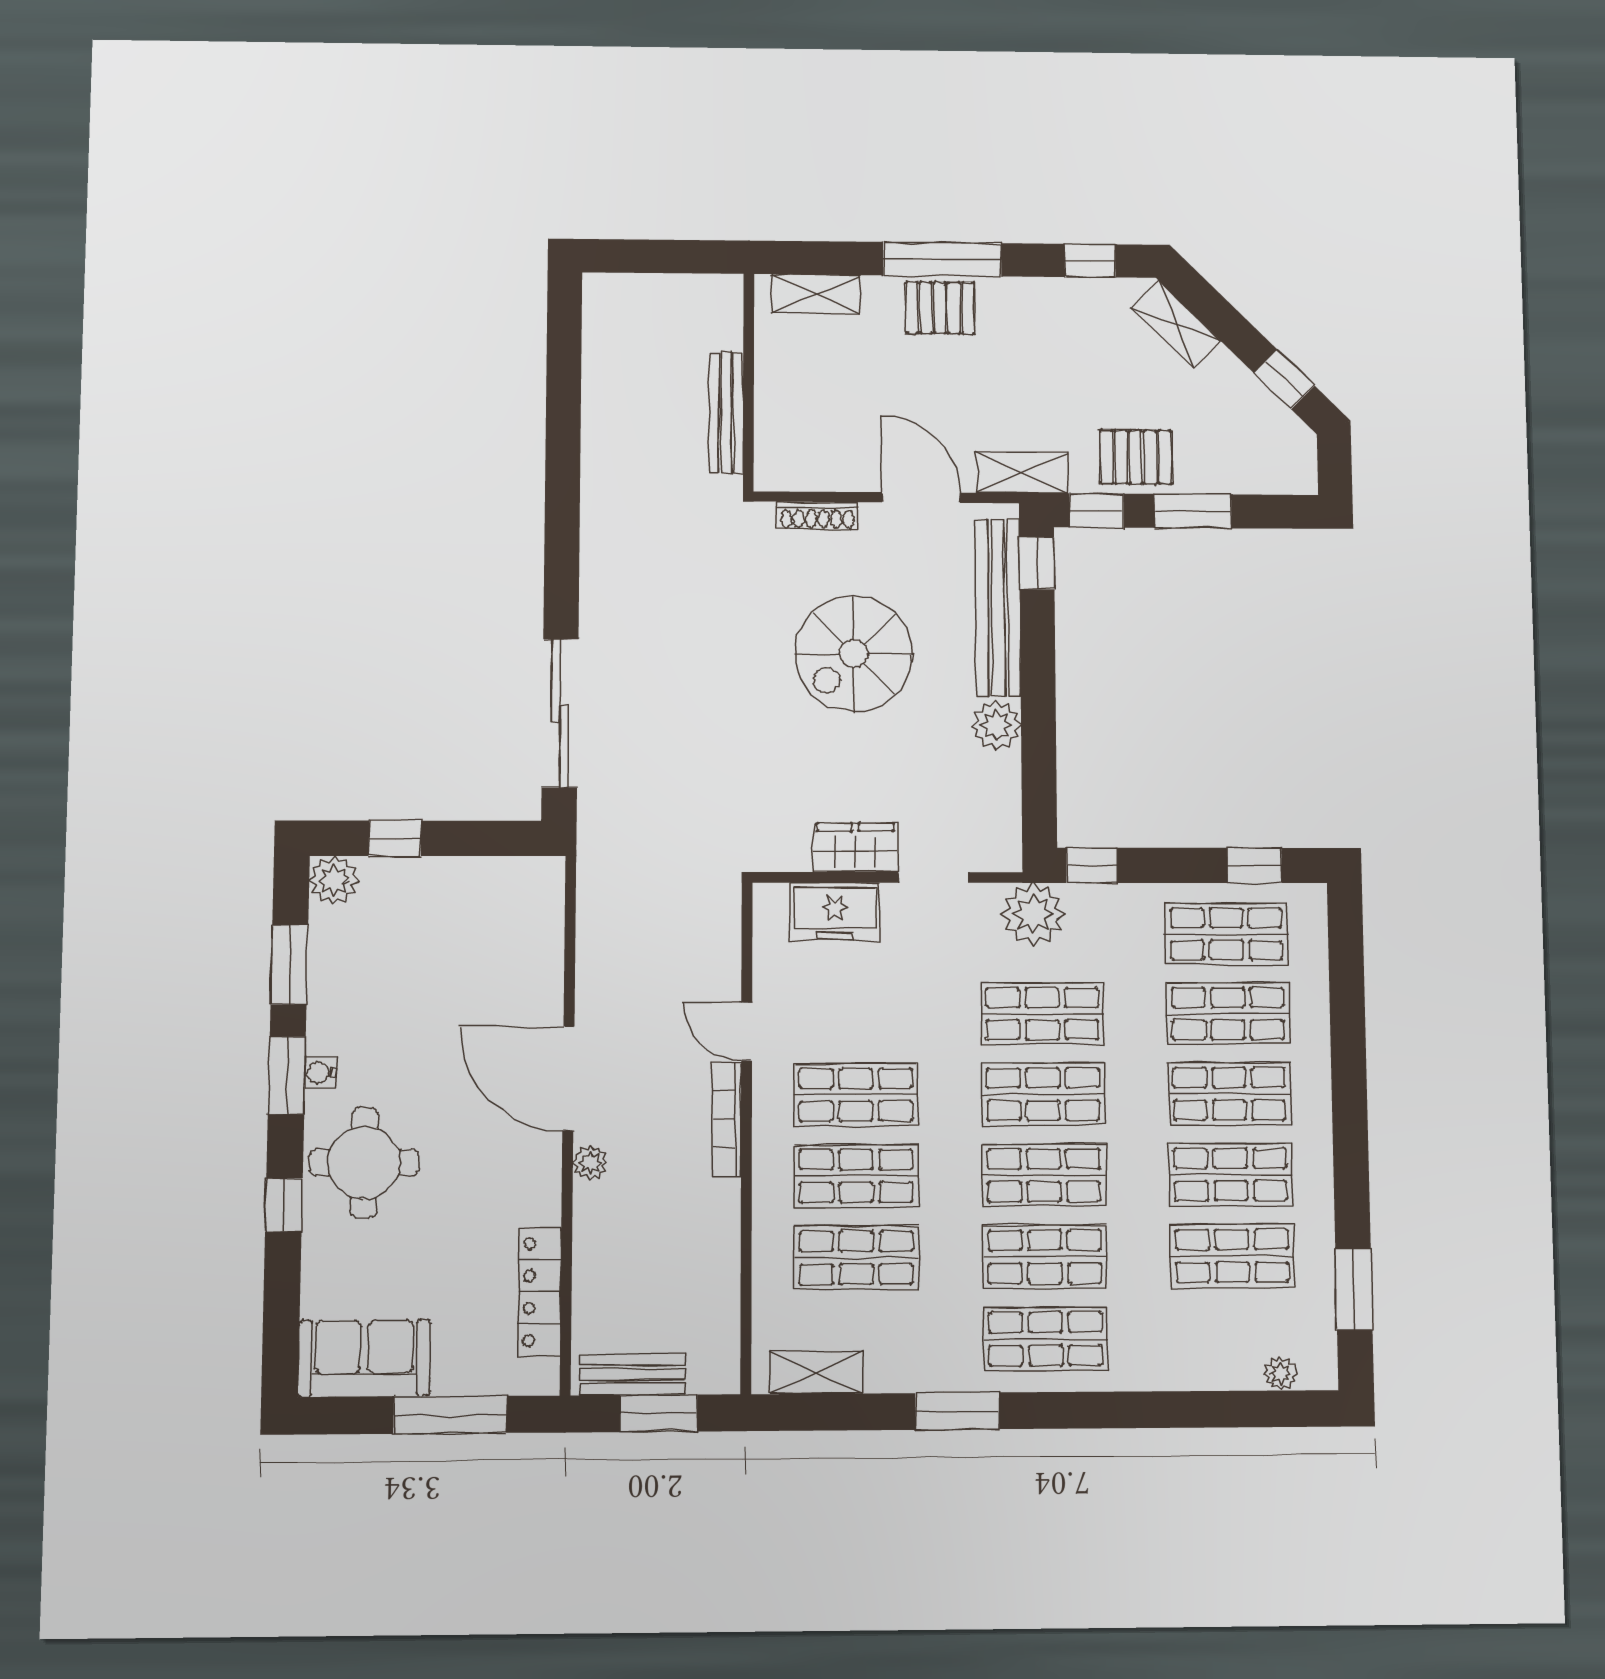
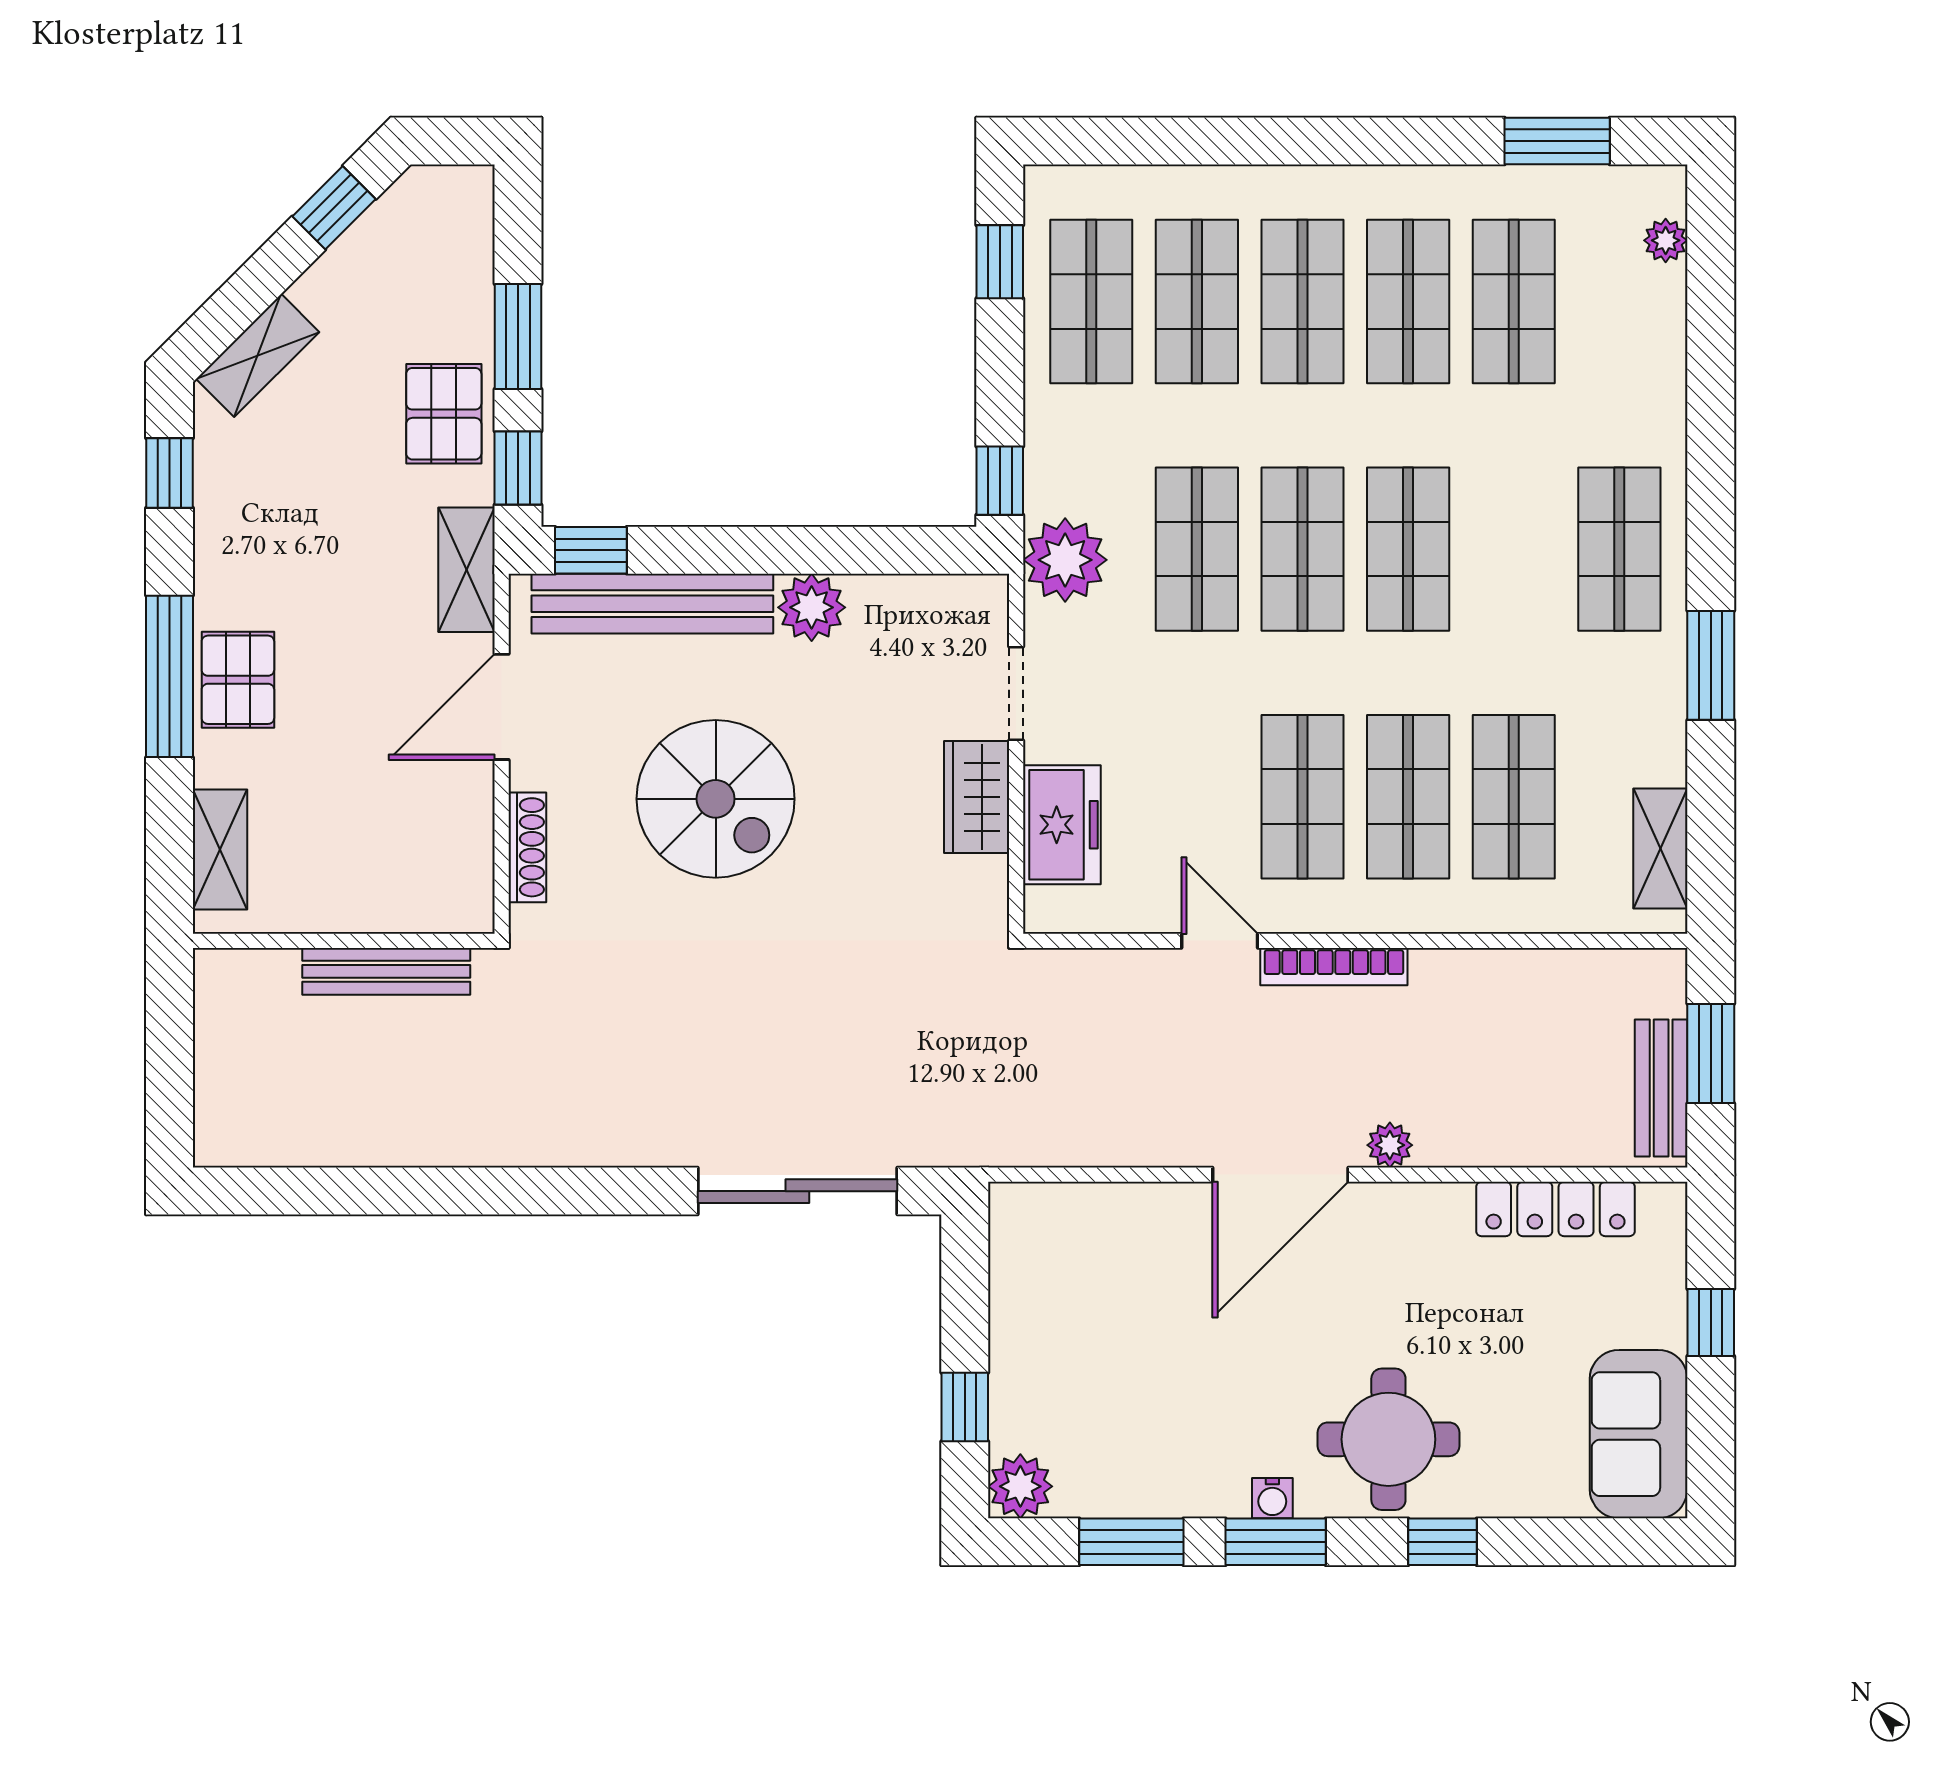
door: (747, 1032) -> (1220, 941), swing flipped
shop shelf: (1045, 1257) -> (1514, 549), removed
window: (450, 1415) -> (1711, 1322), width x0.46

